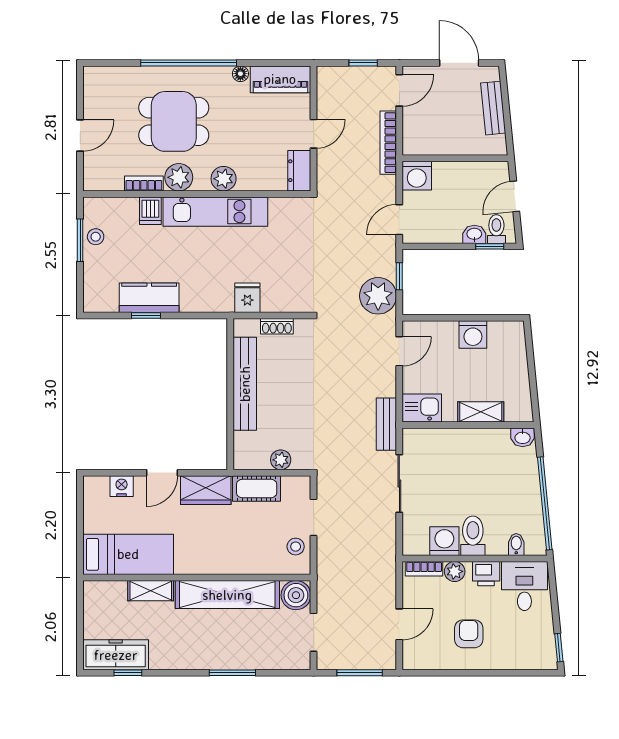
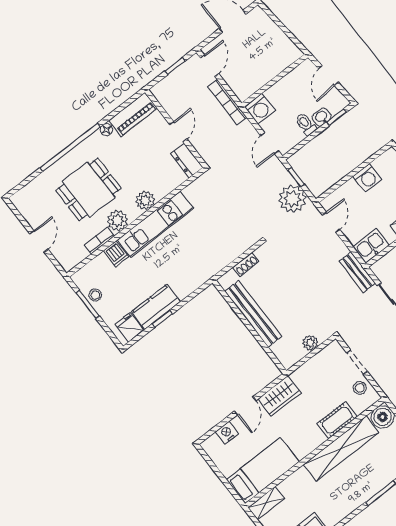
bench: (493, 108) -> (274, 33), removed
toilet: (496, 229) -> (306, 124), moved
fridge: (247, 298) -> (129, 327), moved
cot: (257, 489) -> (337, 420), moved
shelving: (151, 591) -> (266, 503), moved

